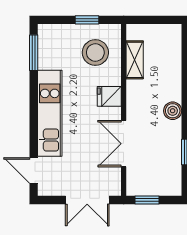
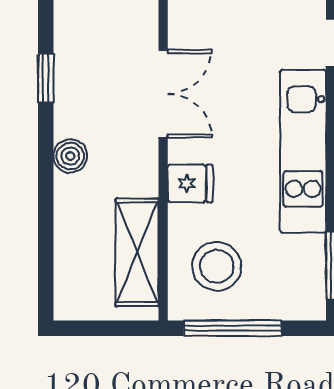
window: (87, 20) -> (233, 328), width x2.17
shelving: (135, 60) -> (137, 252), width x1.50, depth x1.33

